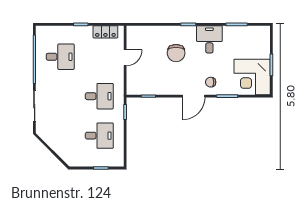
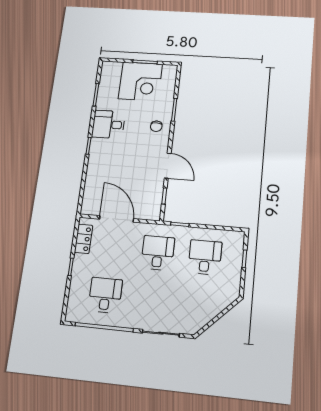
chair: (176, 53) -> (119, 161), removed
door: (125, 58) -> (116, 219), width x1.88
corner desk: (252, 77) -> (140, 81), moved
door: (194, 96) -> (168, 166), moved

